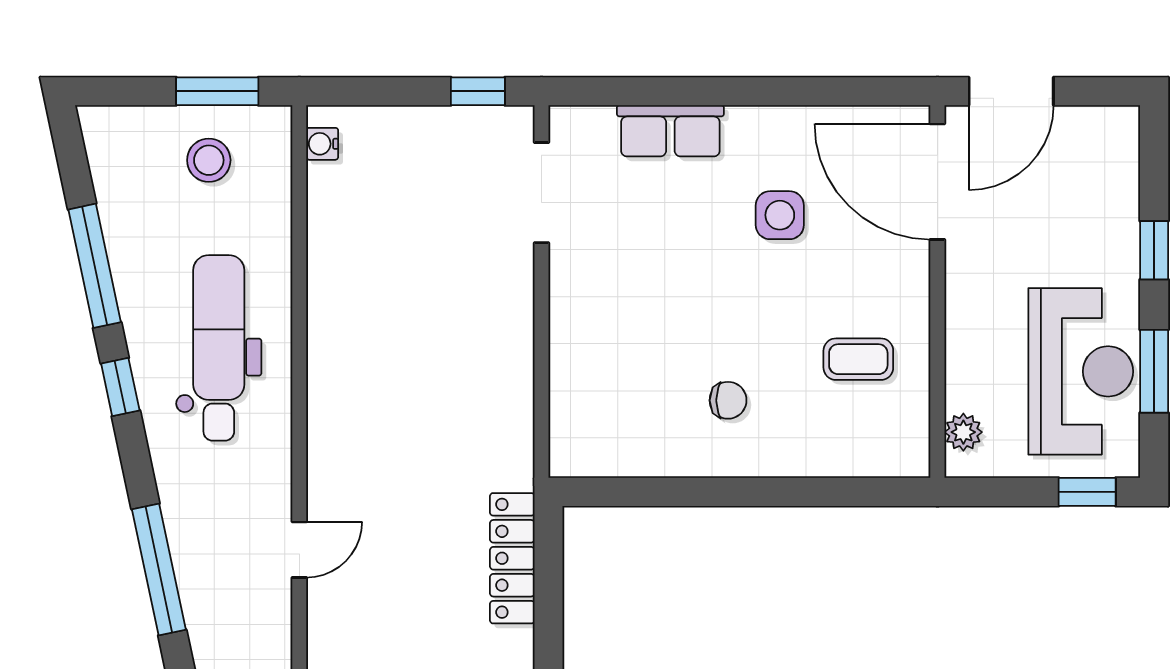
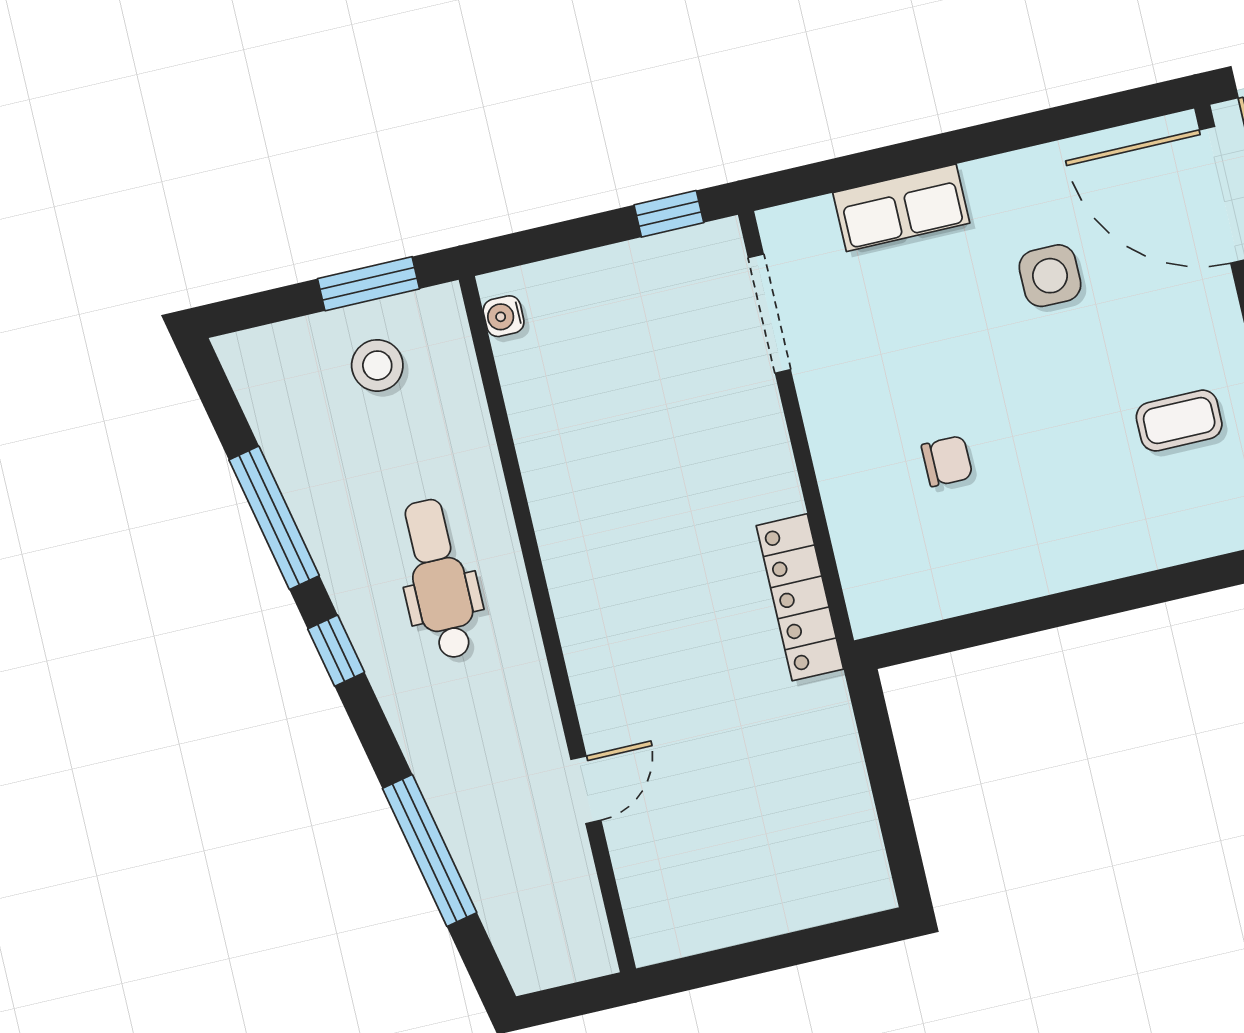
dental chair: (219, 348) -> (439, 579), width x0.73, depth x0.72
chair: (728, 400) -> (947, 461), moved
locker: (512, 558) -> (800, 597), moved

